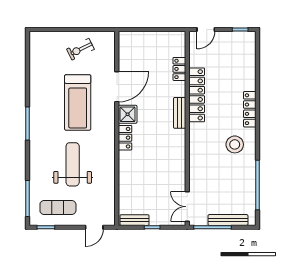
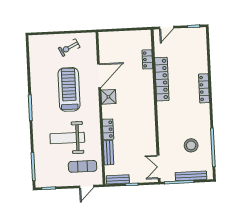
treadmill: (78, 102) -> (69, 89), turned 180
bench: (180, 113) -> (109, 153), moved
locker: (125, 138) -> (108, 129), moved
stool: (235, 144) -> (191, 145), moved
weight bench: (73, 164) -> (67, 138), turned -90
exercise mat: (58, 207) -> (83, 166), moved

